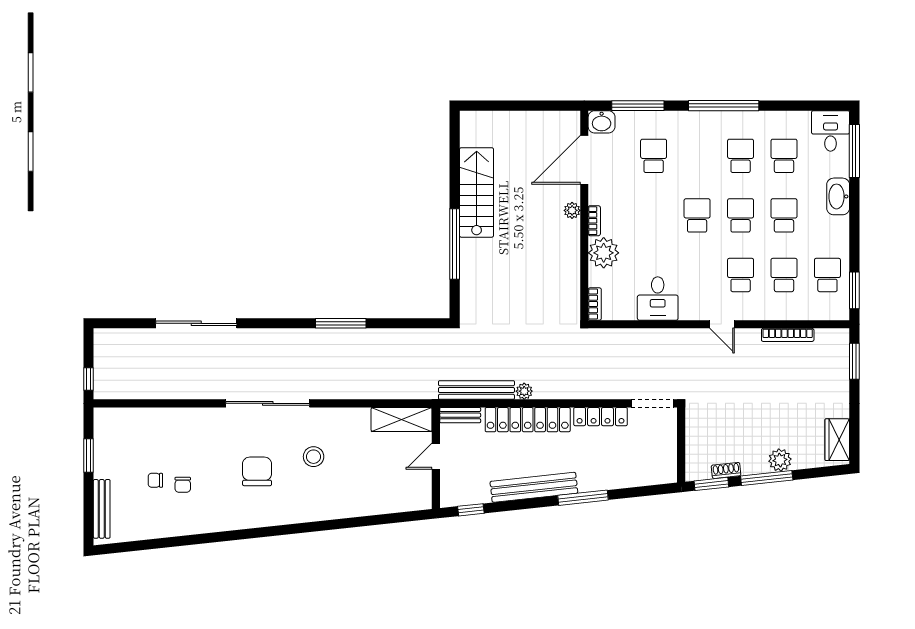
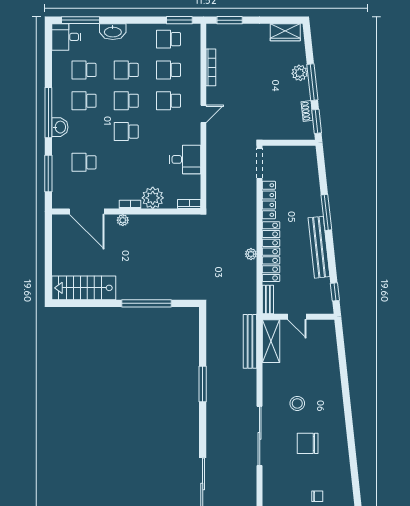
washbasin: (602, 122) -> (60, 127), moved
stairs: (477, 192) -> (84, 288), moved
bench: (476, 390) -> (250, 341), moved

